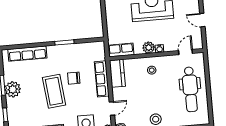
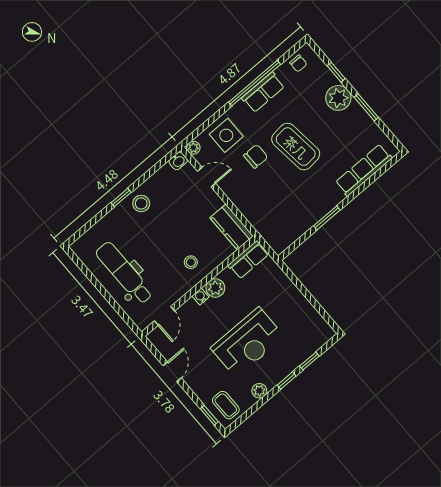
door: (202, 20) -> (172, 372), hinge flipped
chair: (74, 78) -> (256, 156), moved
row of seats: (102, 79) -> (246, 206), removed
plant: (13, 89) -> (338, 98), moved
door: (112, 109) -> (207, 177), swing flipped

